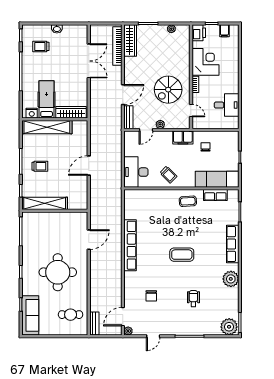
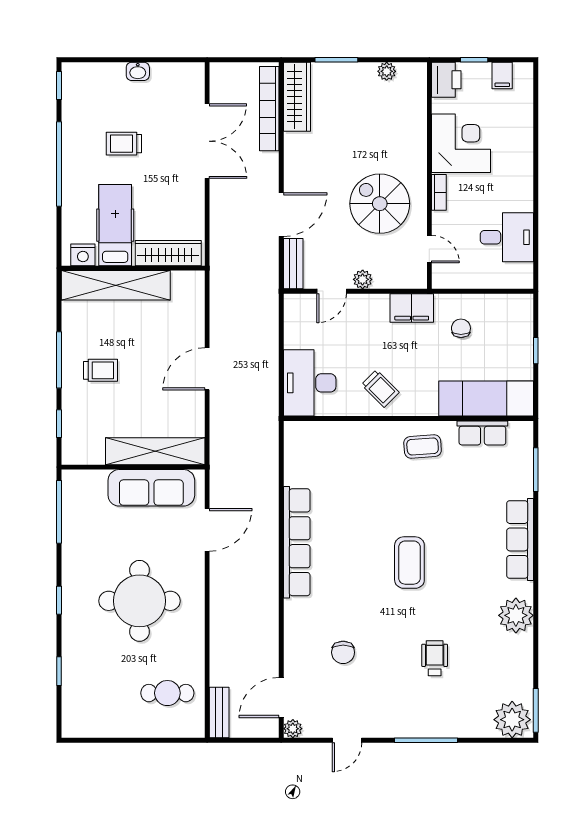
trolley: (41, 46) -> (124, 144), moved
spiral stairs: (168, 90) -> (380, 204), turned 90
shelving: (45, 203) -> (155, 451), moved
coffee table: (182, 255) -> (409, 563), turned 90
sofa: (30, 315) -> (151, 488), moved, turned 90

